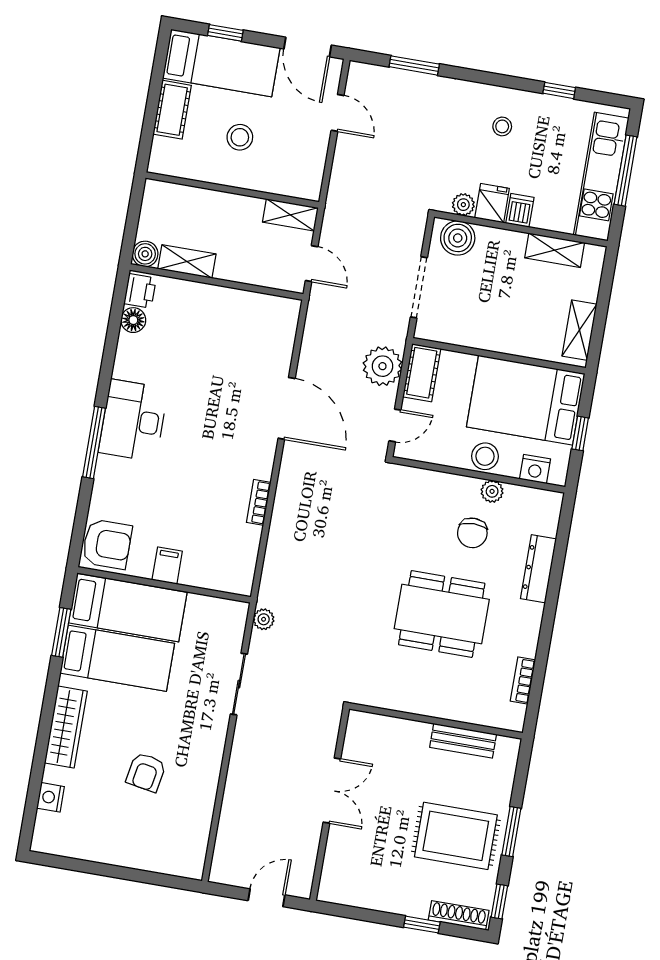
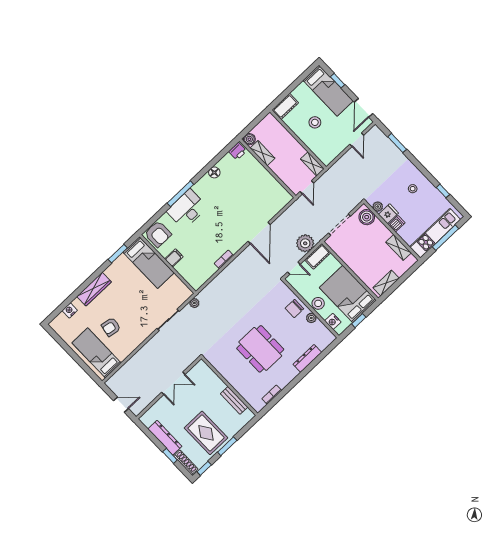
cot: (172, 110) -> (285, 106), moved
floor lamp: (133, 320) -> (214, 172), moved
desk: (133, 420) -> (187, 209), moved
chair: (472, 533) -> (294, 309), moved
bed: (117, 658) -> (97, 353), moved, turned 180
dresser: (389, 899) -> (165, 438), added

